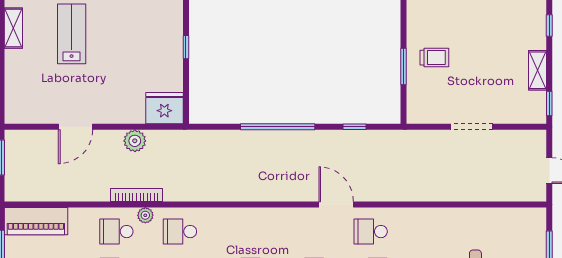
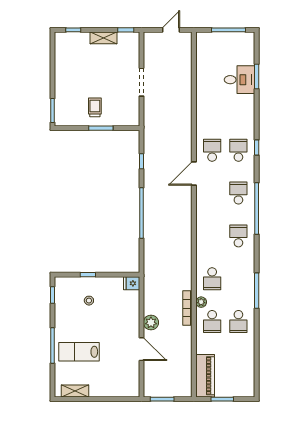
stool: (148, 49) -> (89, 301), added
fridge: (164, 108) -> (132, 283), width x0.53, depth x0.75
plant: (135, 141) -> (151, 323), moved
school desk: (371, 232) -> (212, 150), turned 180

